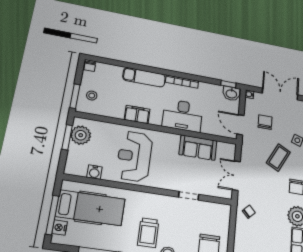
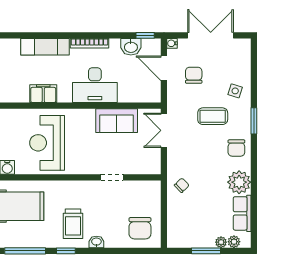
washbasin: (231, 94) -> (131, 47), moved
door: (240, 125) -> (164, 68), moved
coffee table: (278, 157) -> (213, 116), turned 62
double door: (236, 176) -> (164, 130), moved

